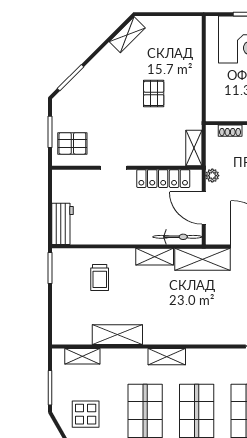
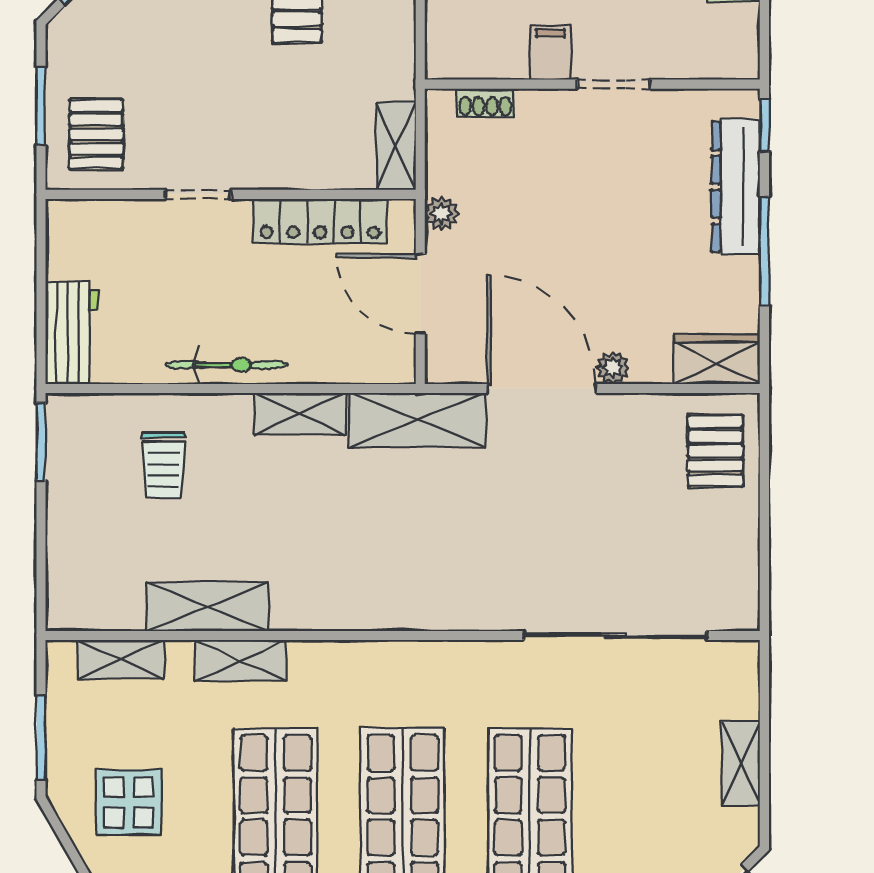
pallet: (72, 143) -> (96, 134), turned 90
bicycle: (177, 237) -> (226, 365), moved
shelving: (167, 357) -> (240, 661), moved

